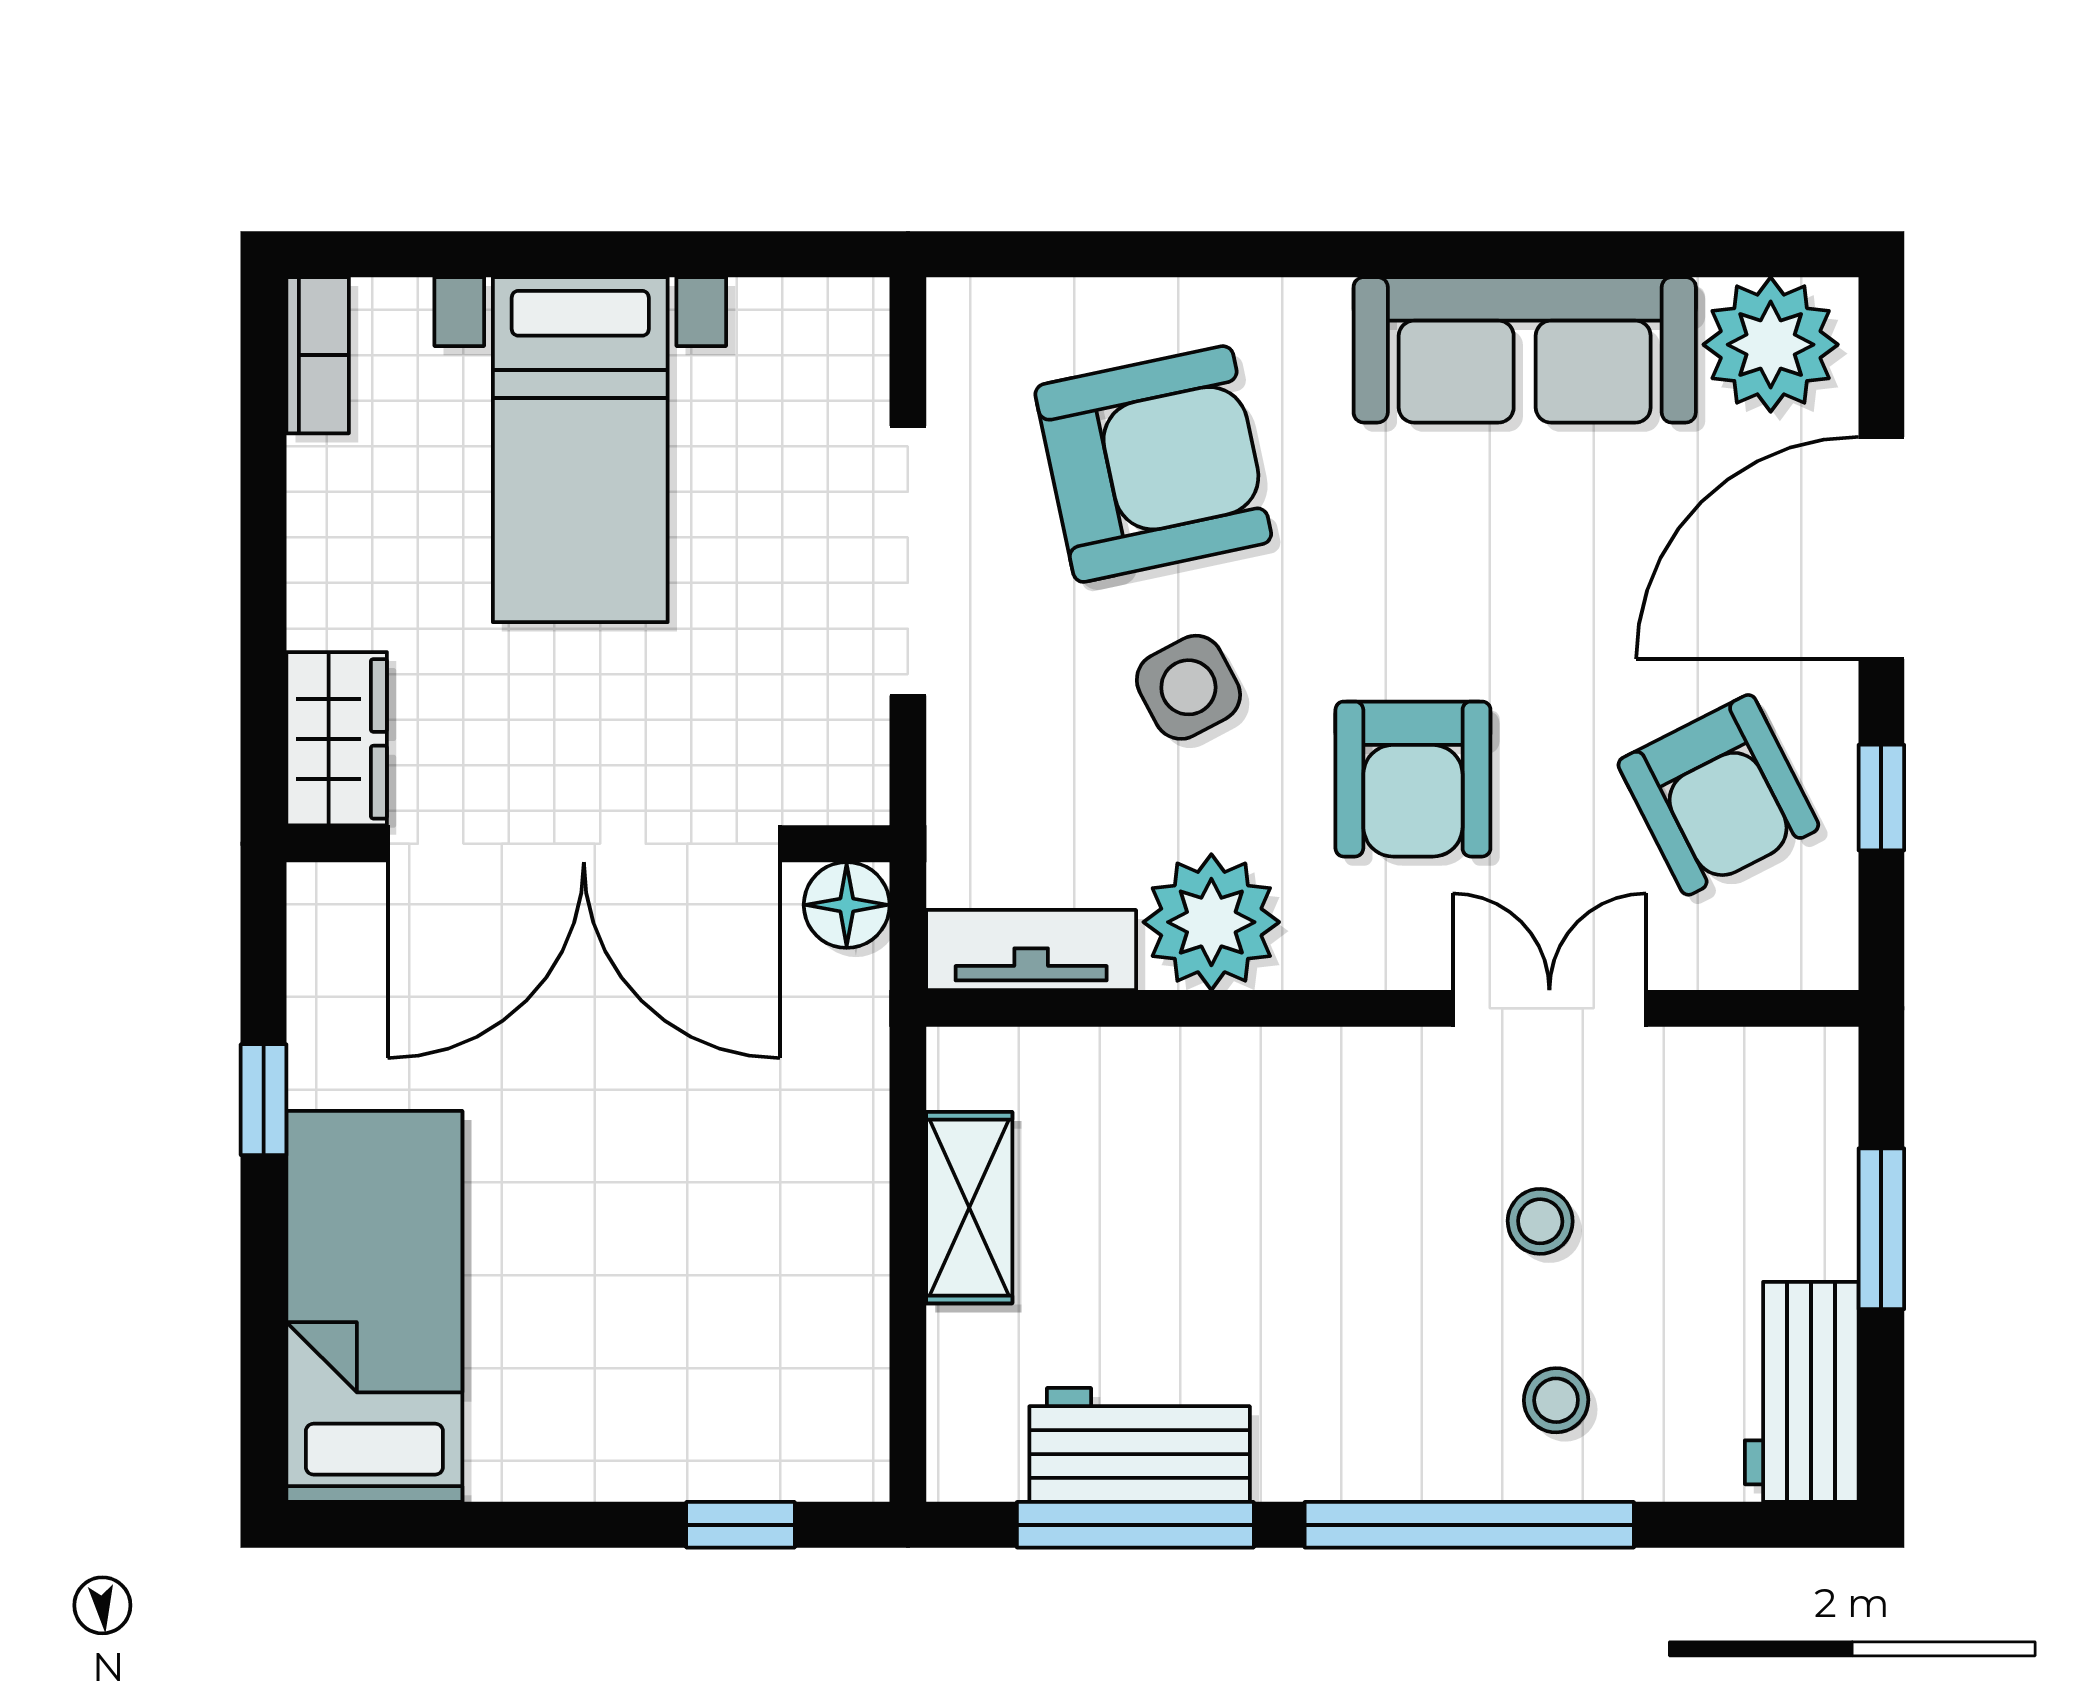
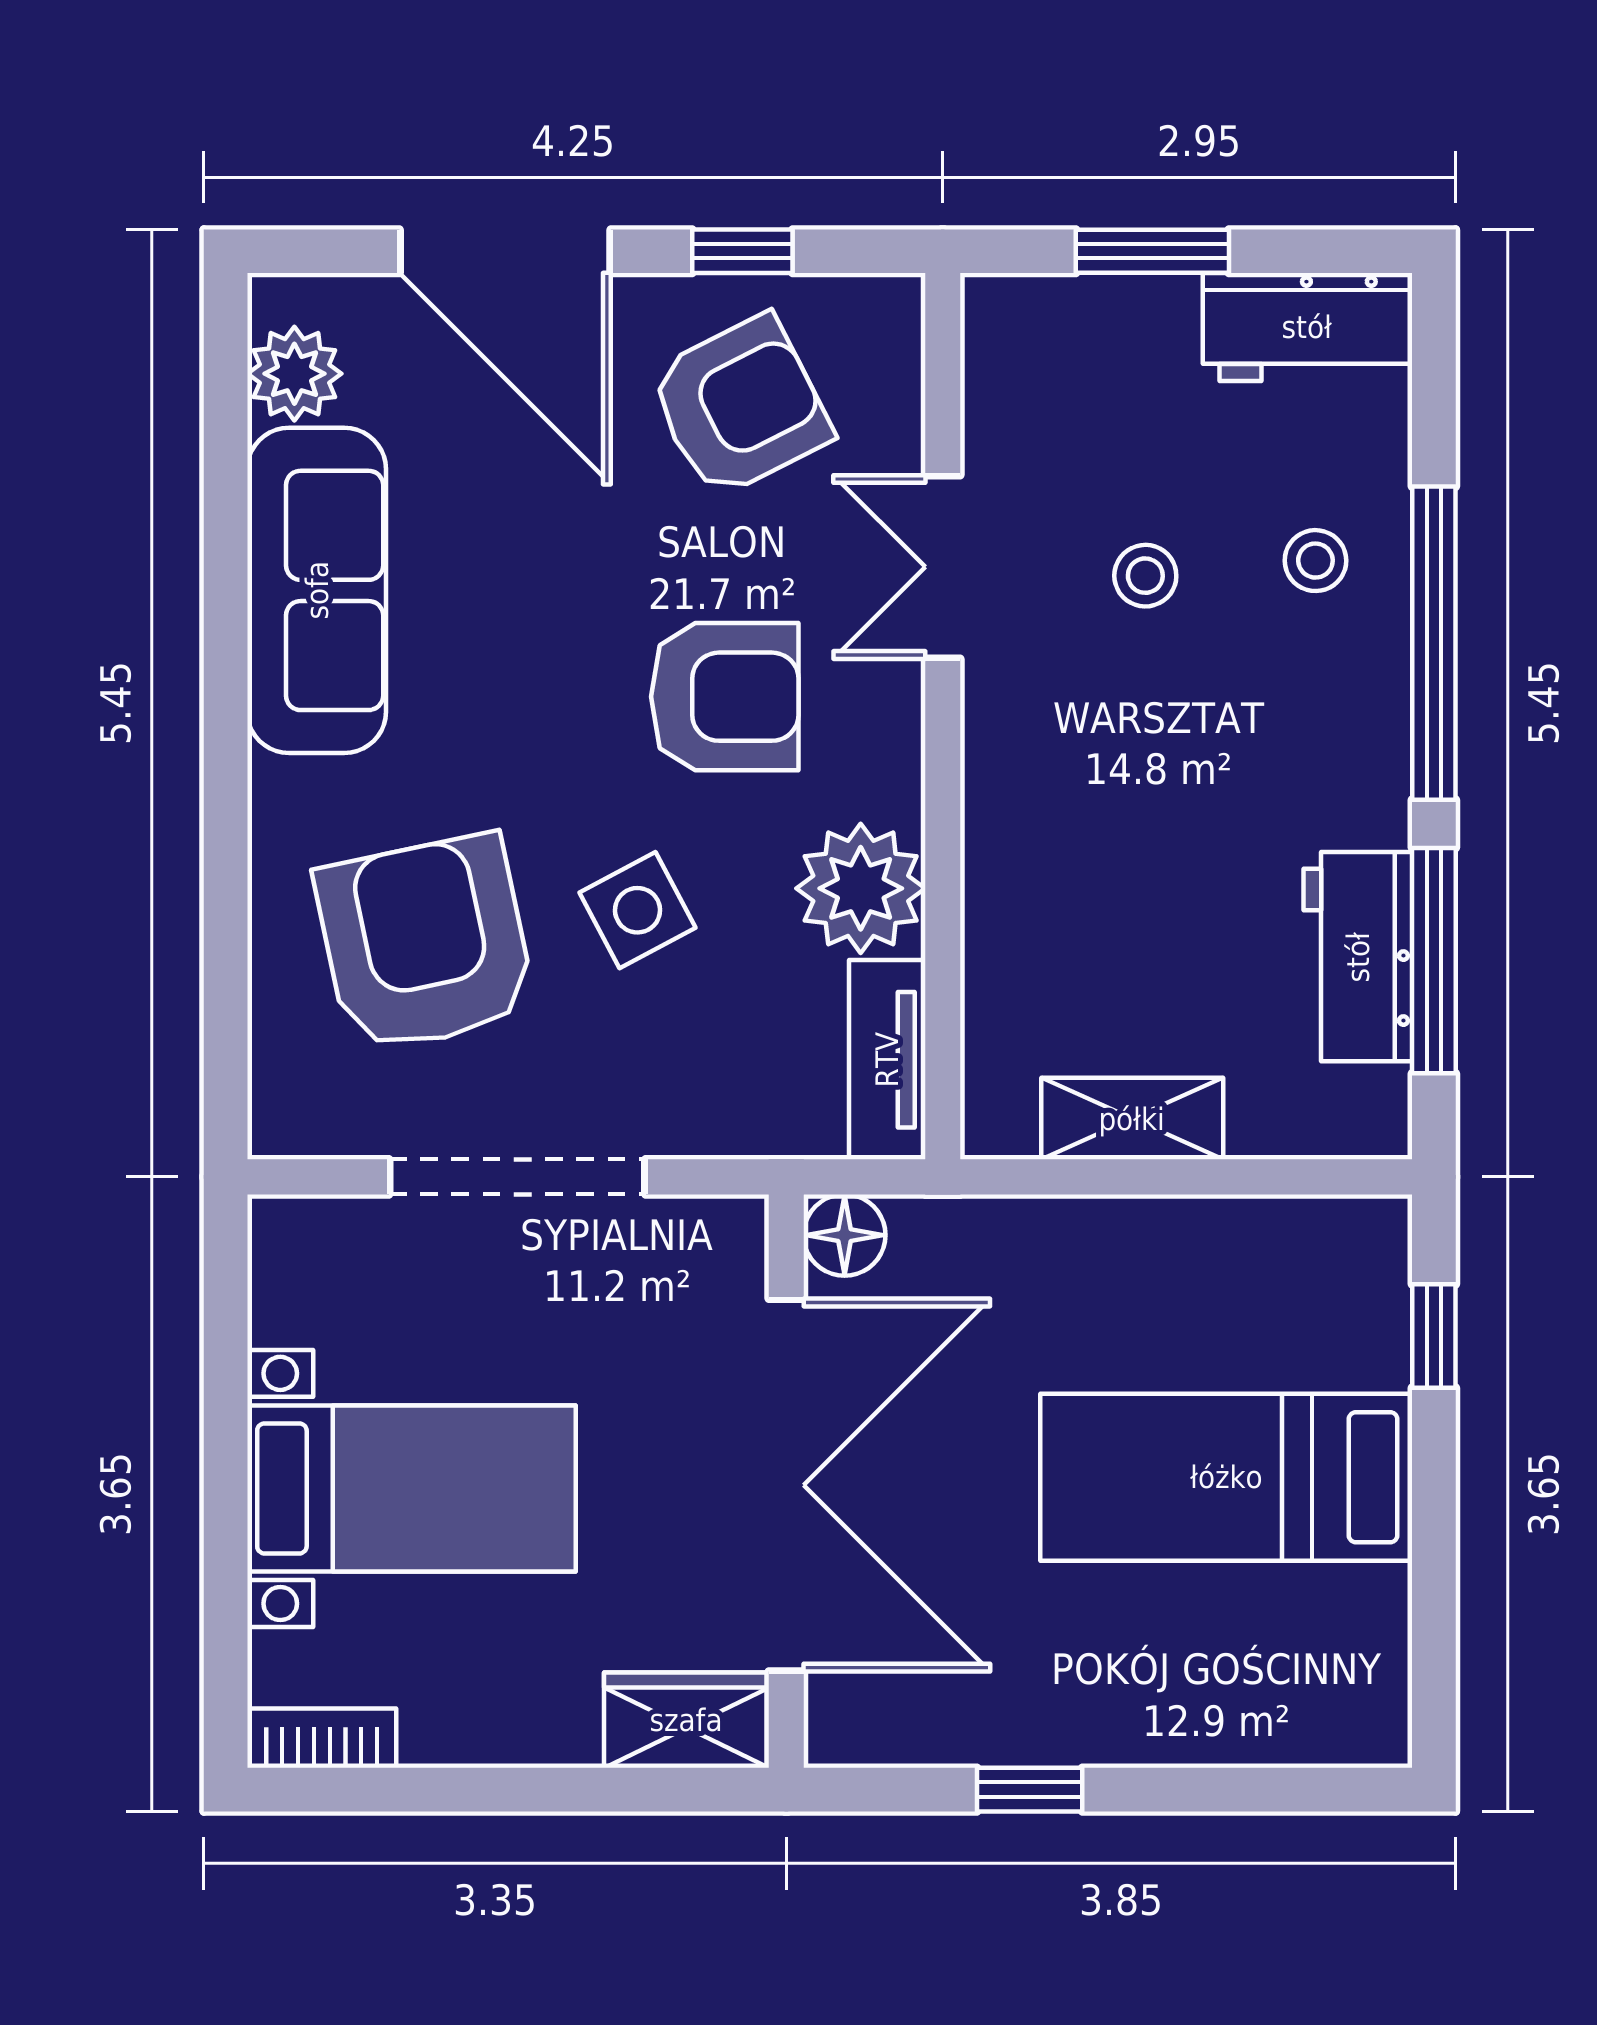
plant: (1771, 345) -> (294, 374), width x0.73, depth x0.73
bed: (374, 1306) -> (1226, 1477), moved

